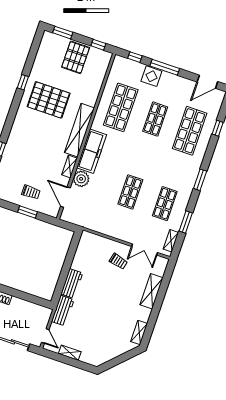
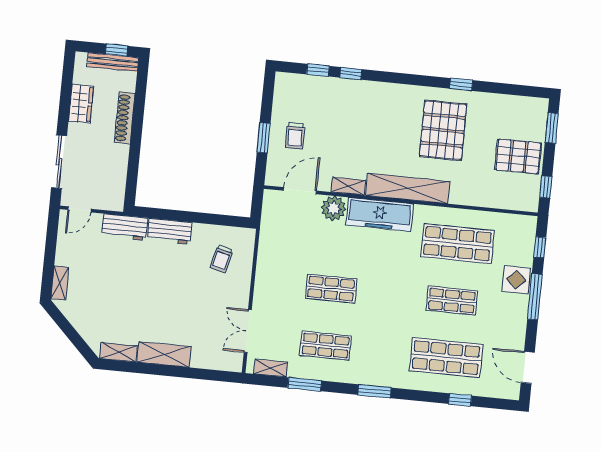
trolley: (118, 261) -> (222, 259), moved
shelving: (152, 291) -> (164, 354), moved
shelving: (70, 353) -> (60, 283), moved

